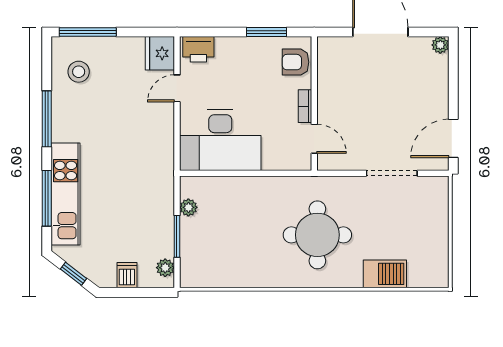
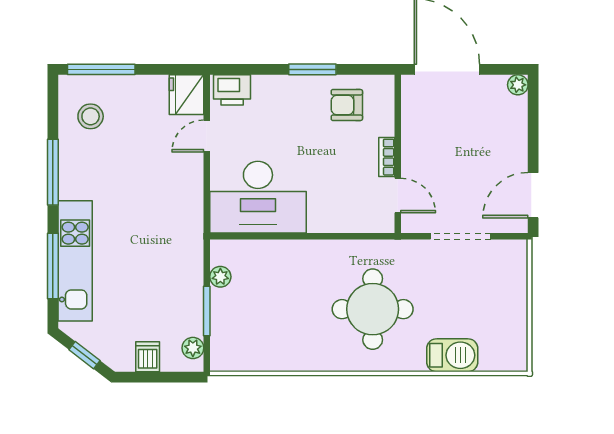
wall: (314, 104) -> (398, 154), moved
bookcase: (305, 106) -> (387, 157), moved
door: (314, 139) -> (398, 196), moved

